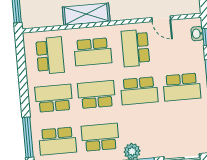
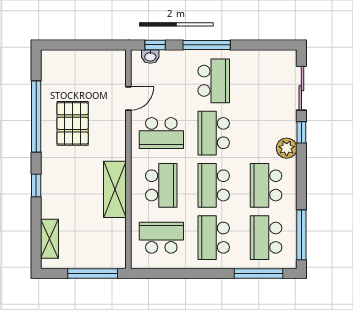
school desk: (139, 91) -> (214, 133), turned 180
school desk: (58, 141) -> (266, 238), turned 180

